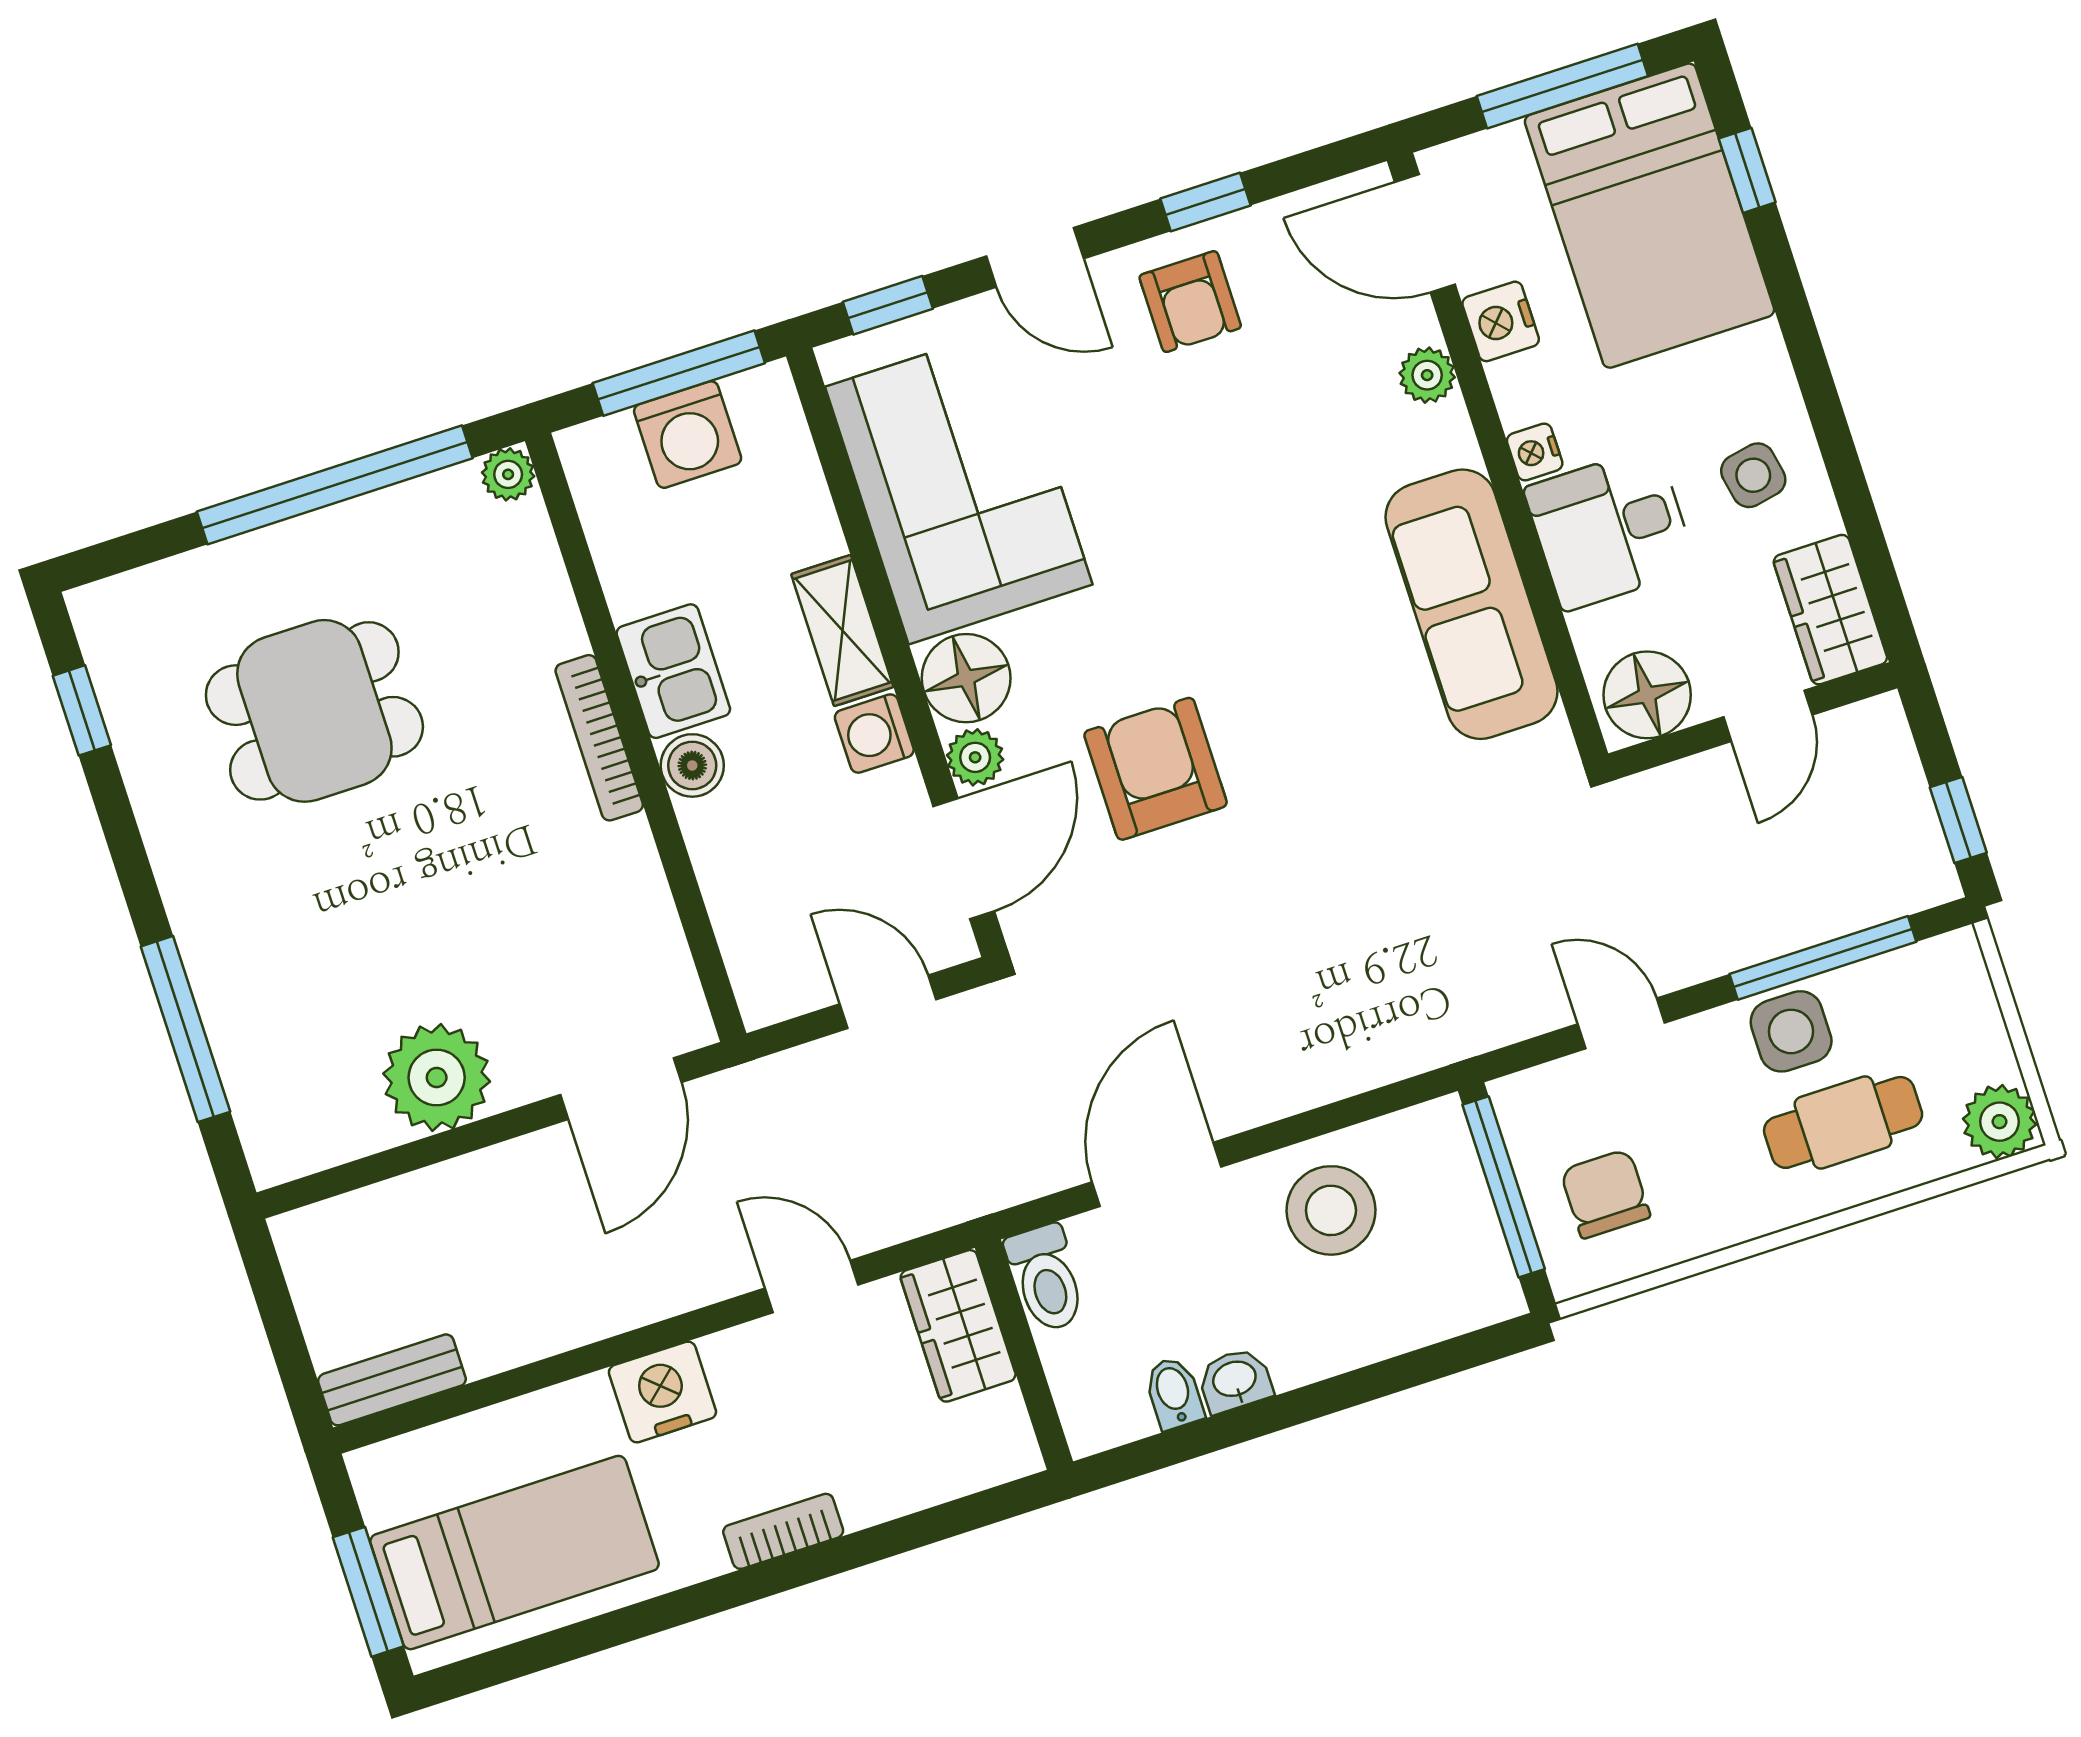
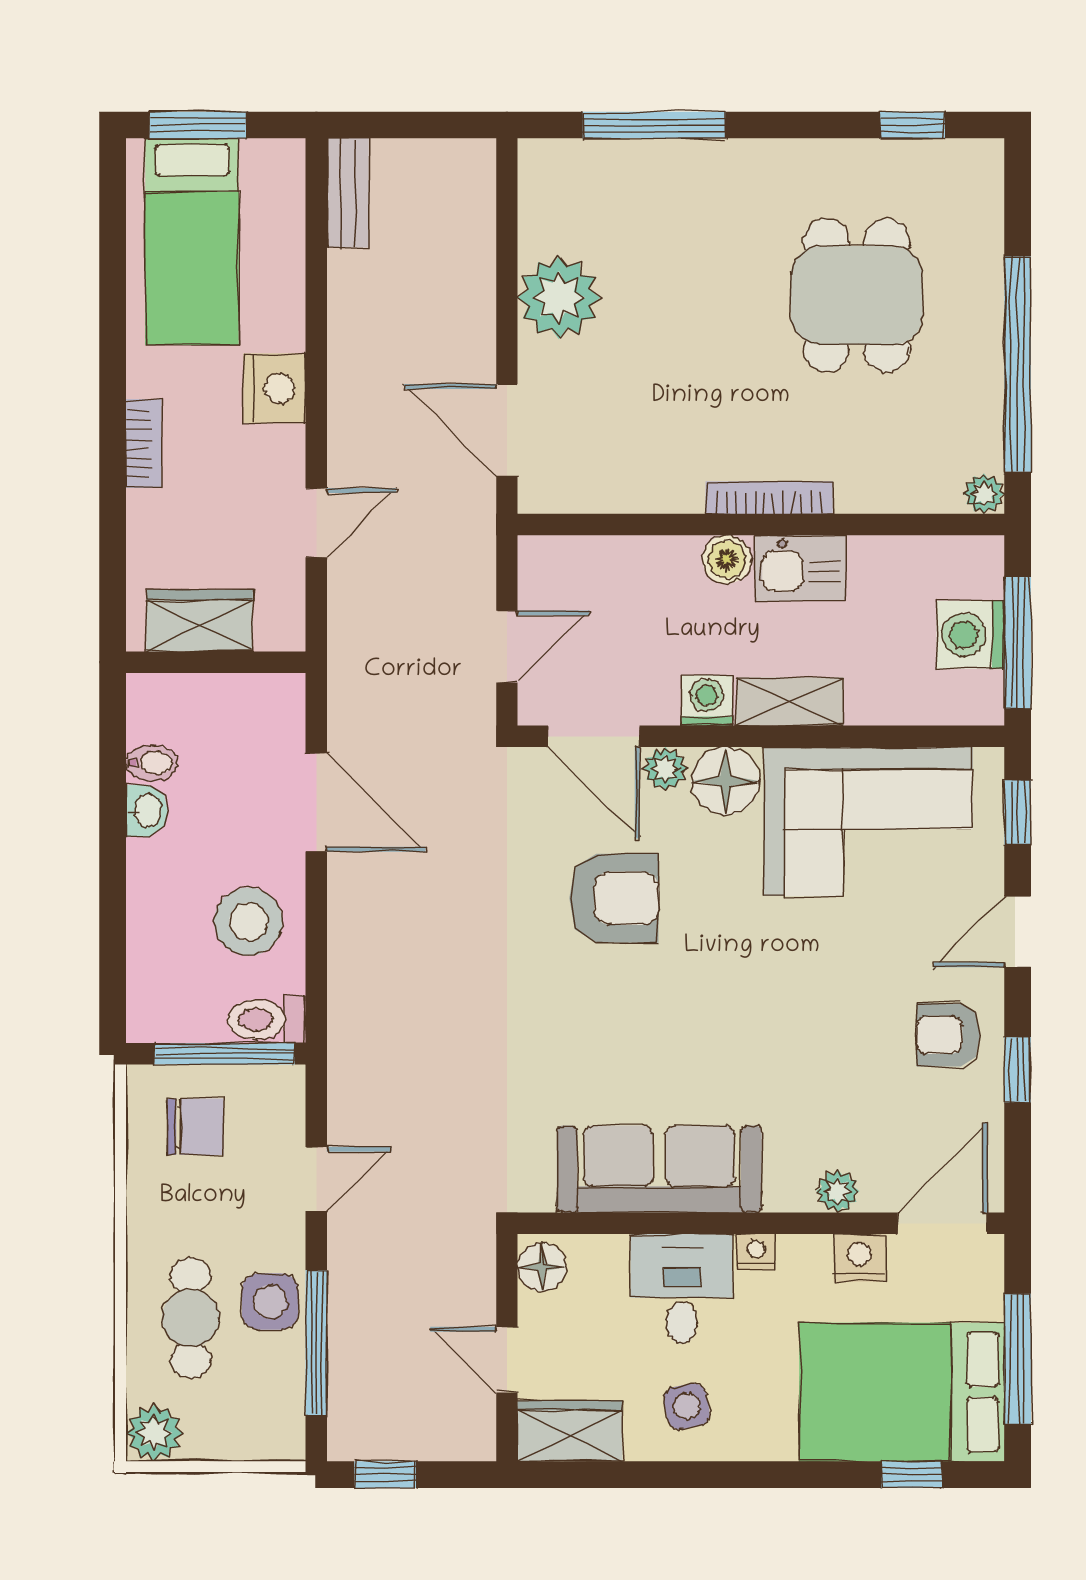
floor lamp: (1647, 695) -> (542, 1267), width x0.73, depth x0.73
toilet: (1046, 1278) -> (267, 1019), moved
wardrobe: (958, 1326) -> (199, 621), moved

